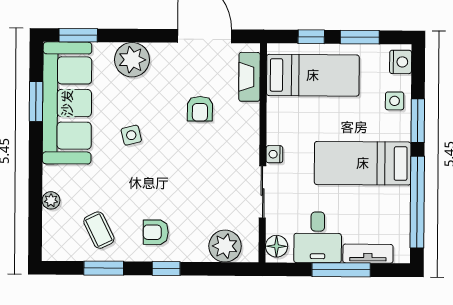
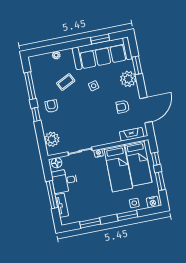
window: (78, 35) -> (137, 65), moved
armchair: (200, 109) -> (123, 107), moved
bed: (363, 163) -> (118, 168), moved, turned 180
window: (417, 202) -> (90, 223), width x0.47
coffee table: (99, 230) -> (66, 82), moved
window: (104, 268) -> (30, 86), width x1.44

